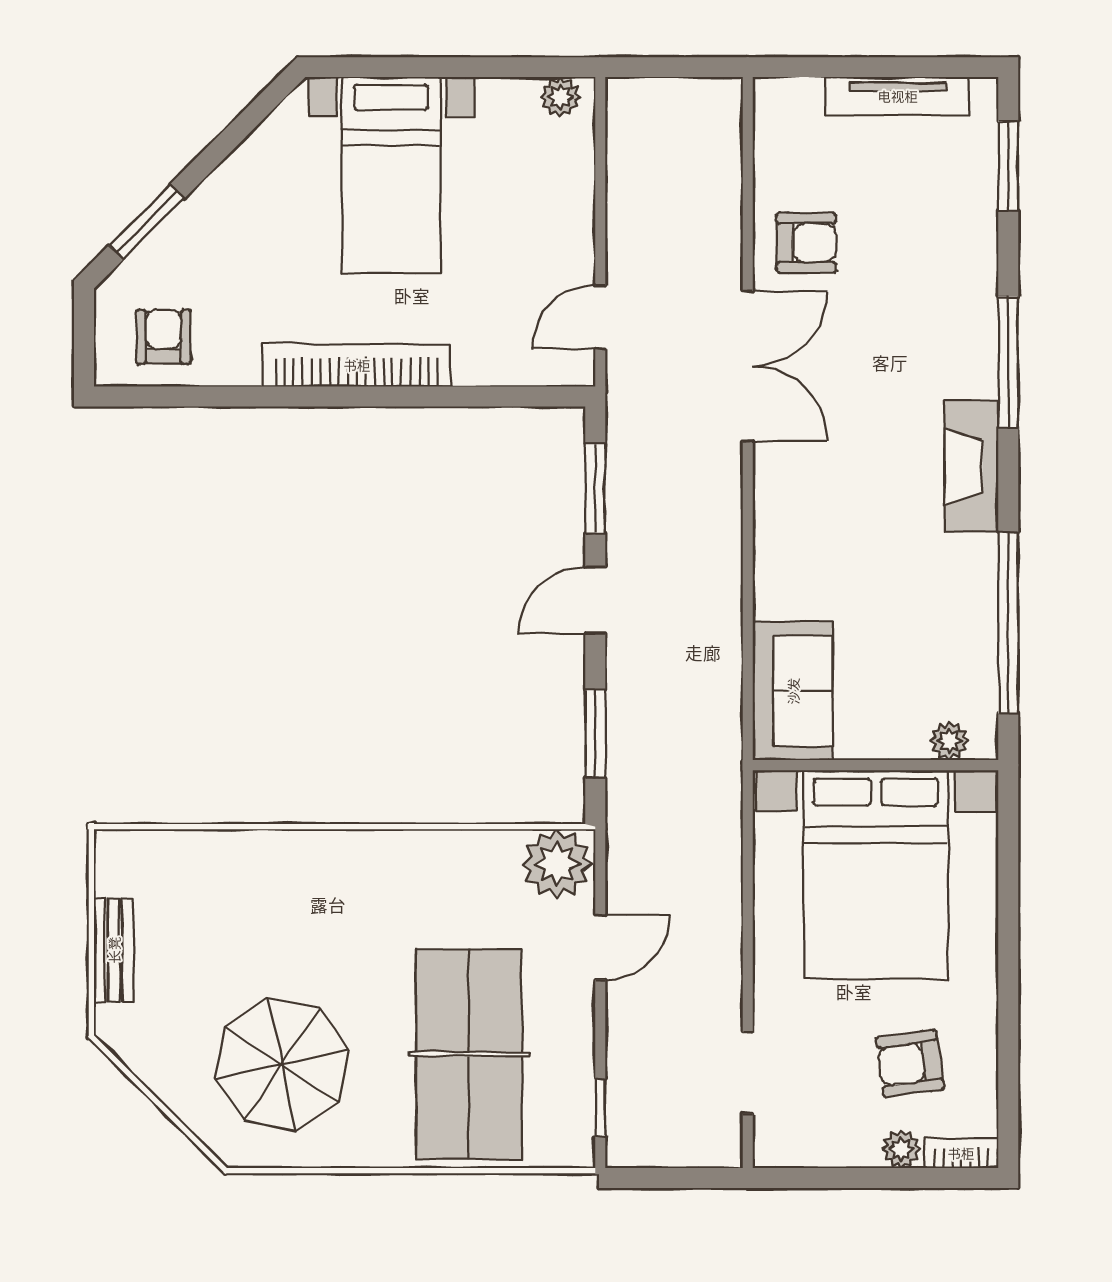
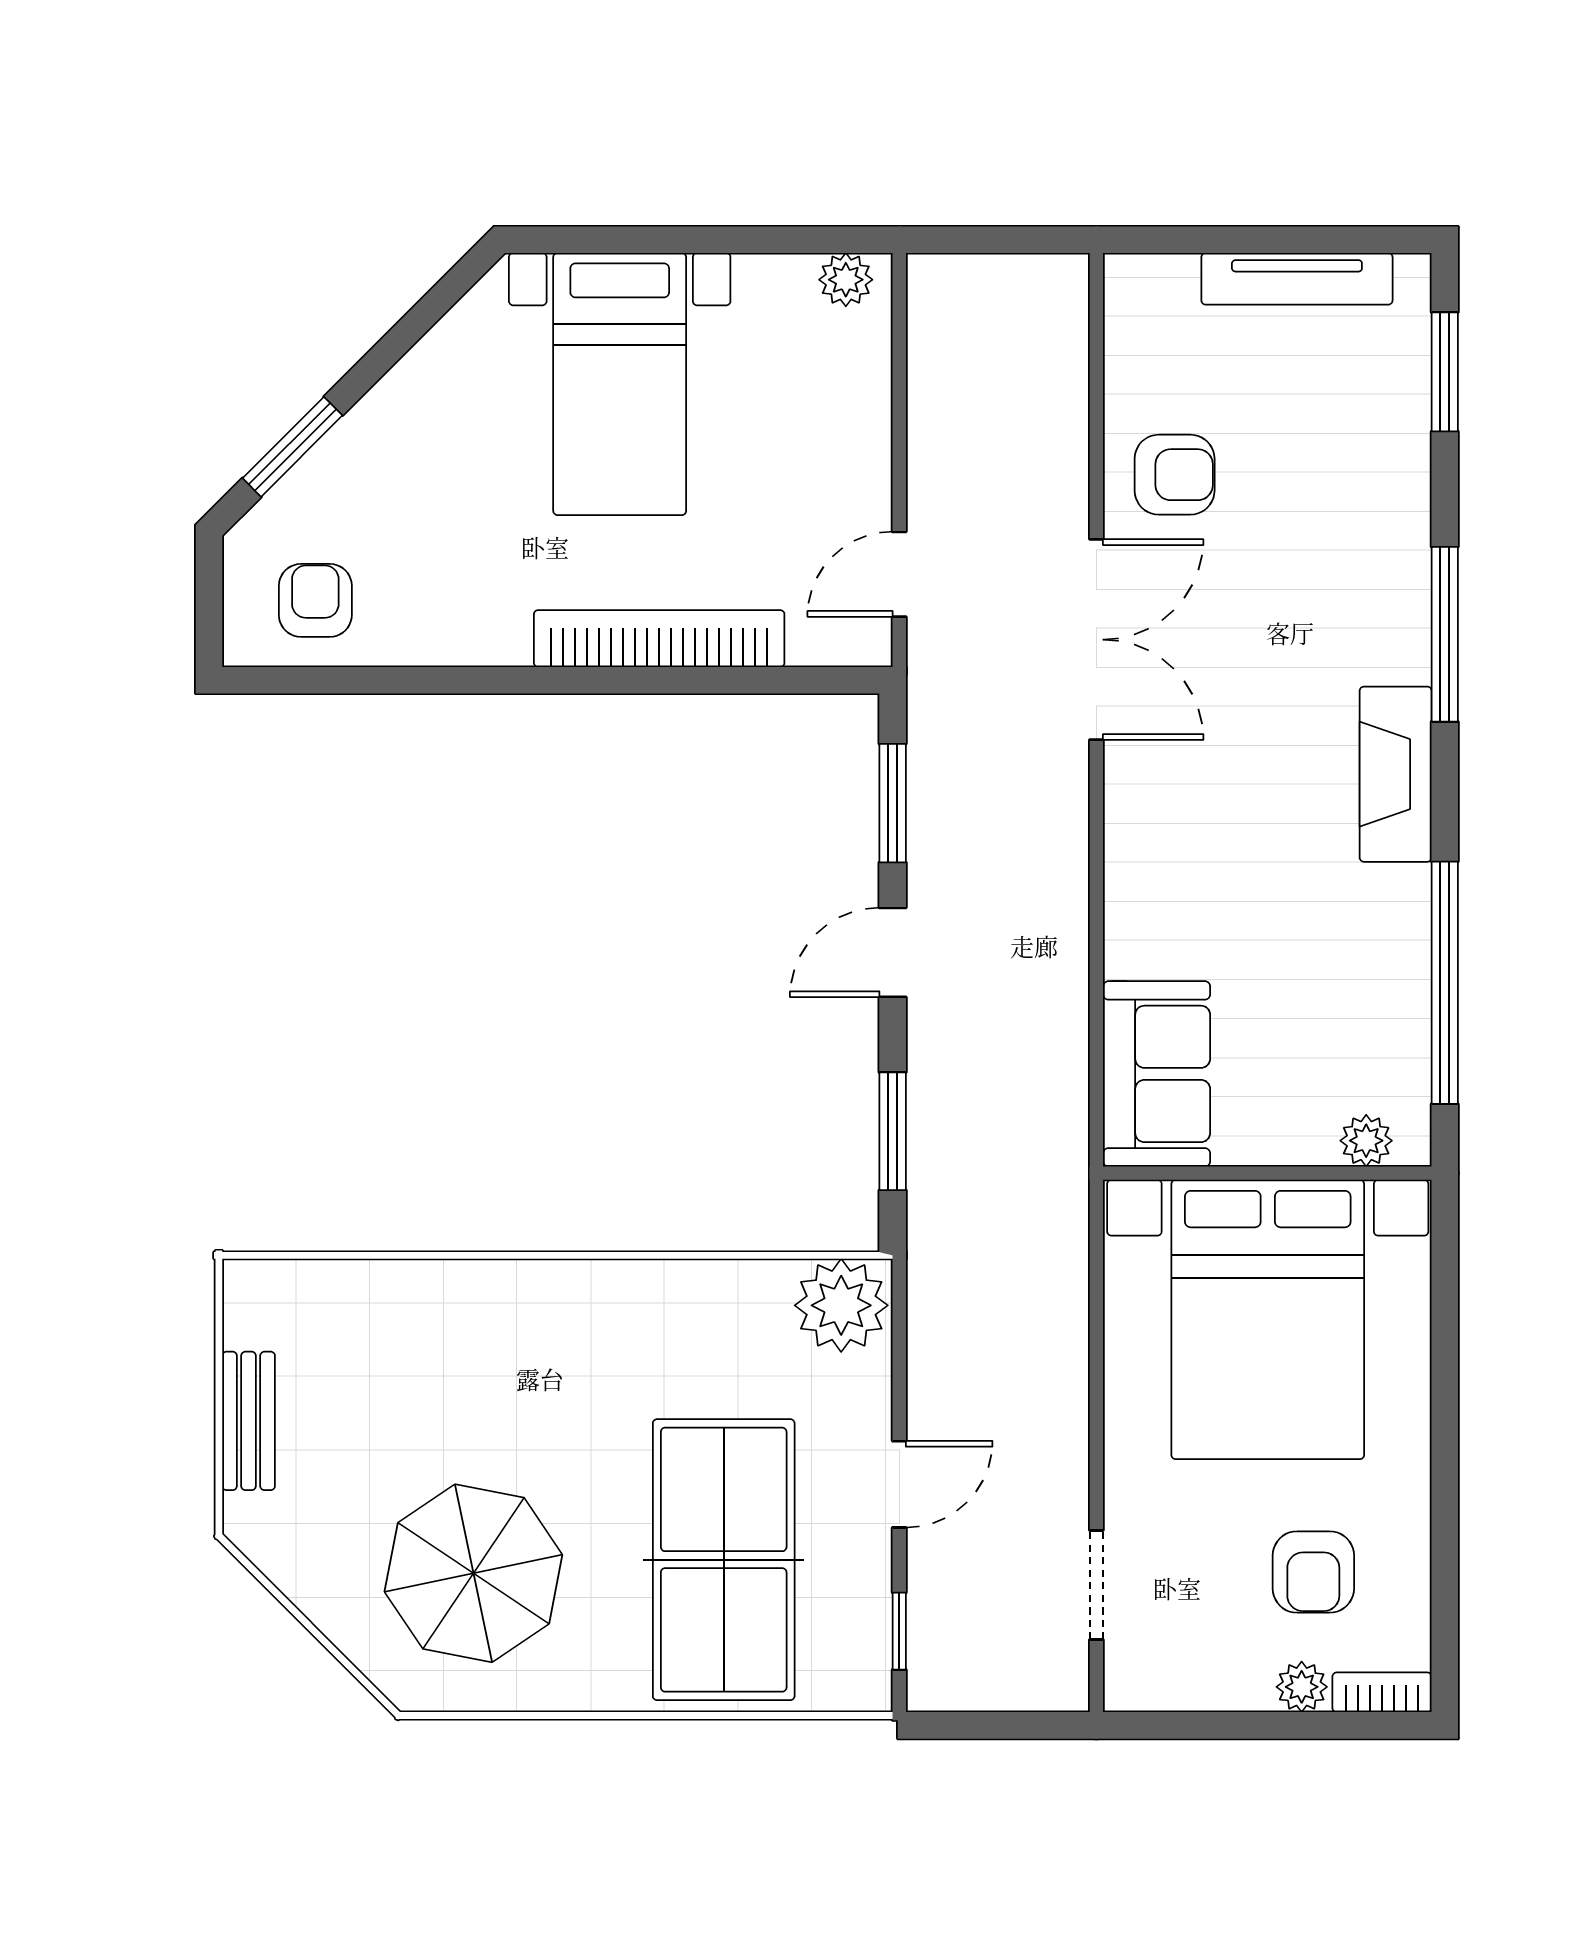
bookcase: (357, 365) -> (659, 639), moved
door: (600, 947) -> (899, 1484), moved
armchair: (910, 1063) -> (1313, 1572), turned -82

